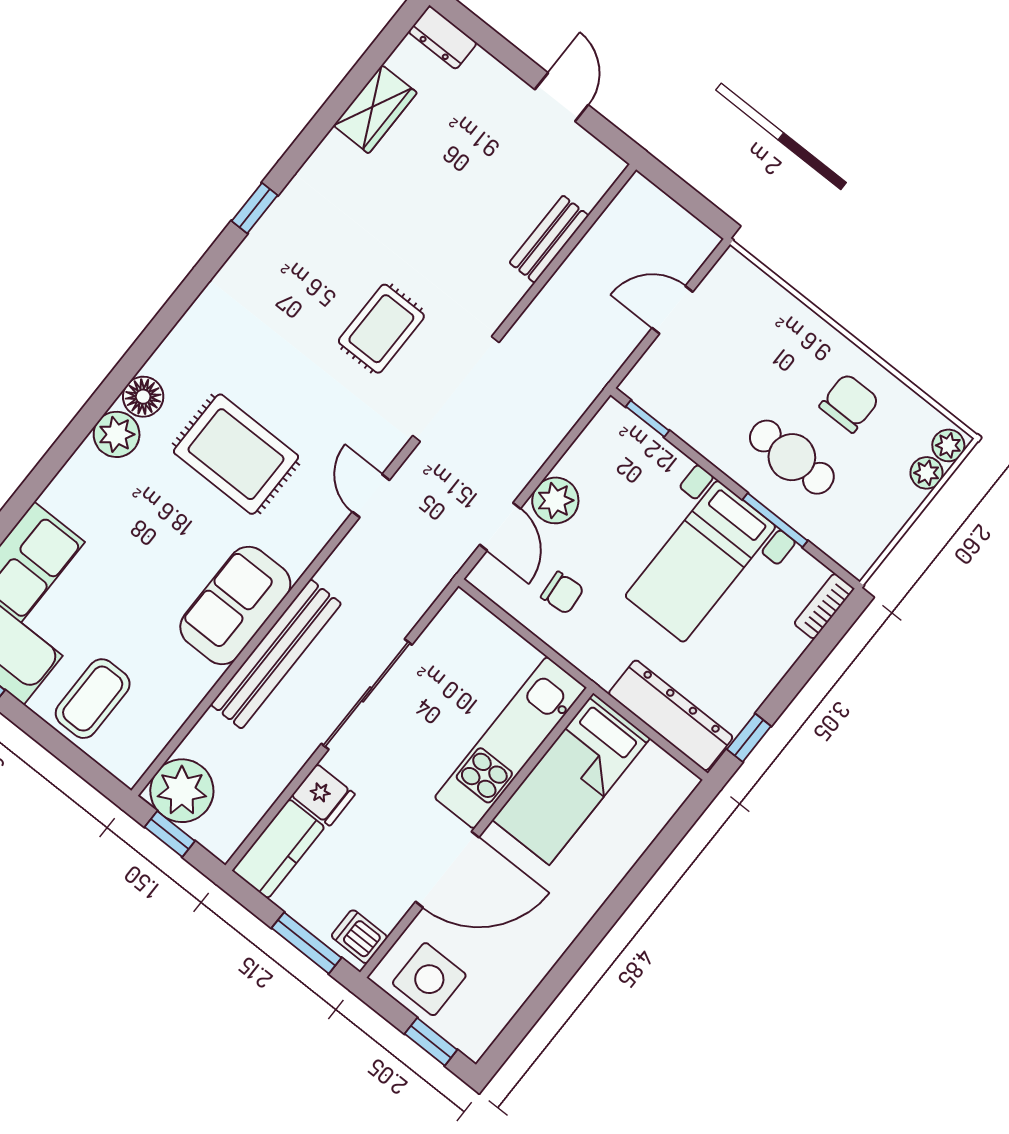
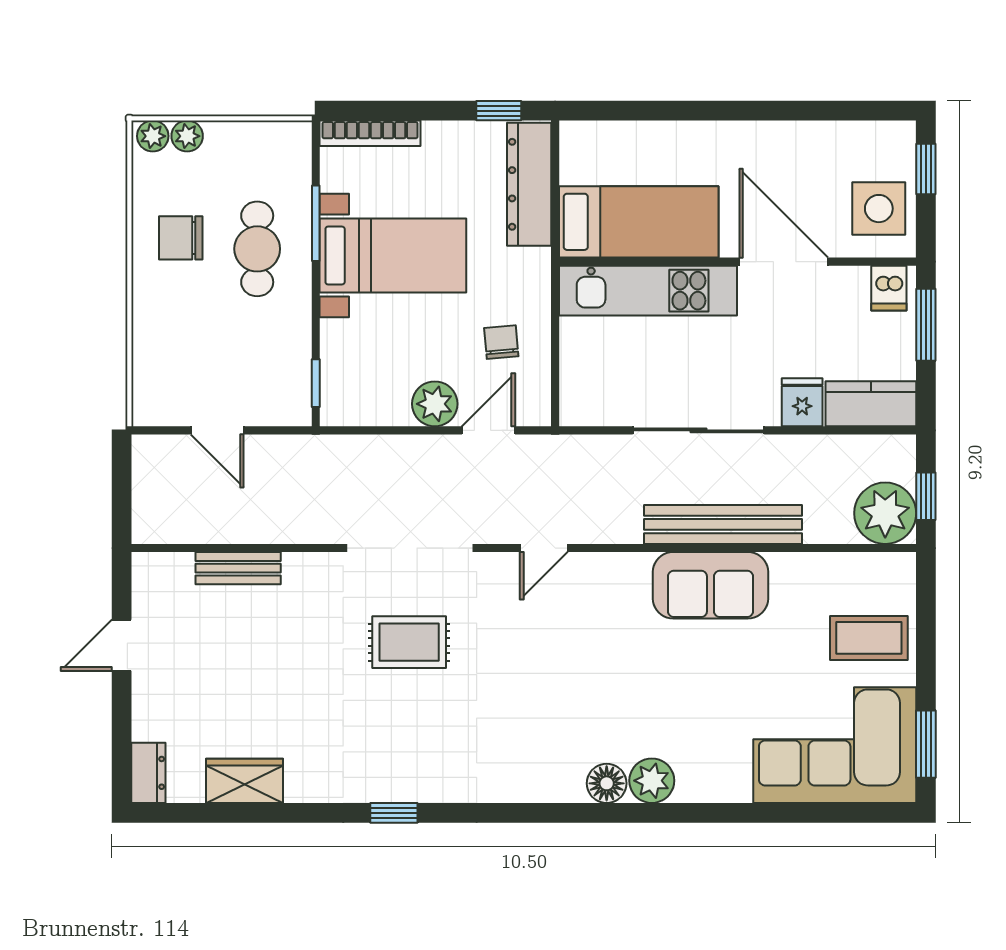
rug: (236, 454) -> (594, 677), removed
bookcase: (824, 606) -> (370, 133), width x1.56

